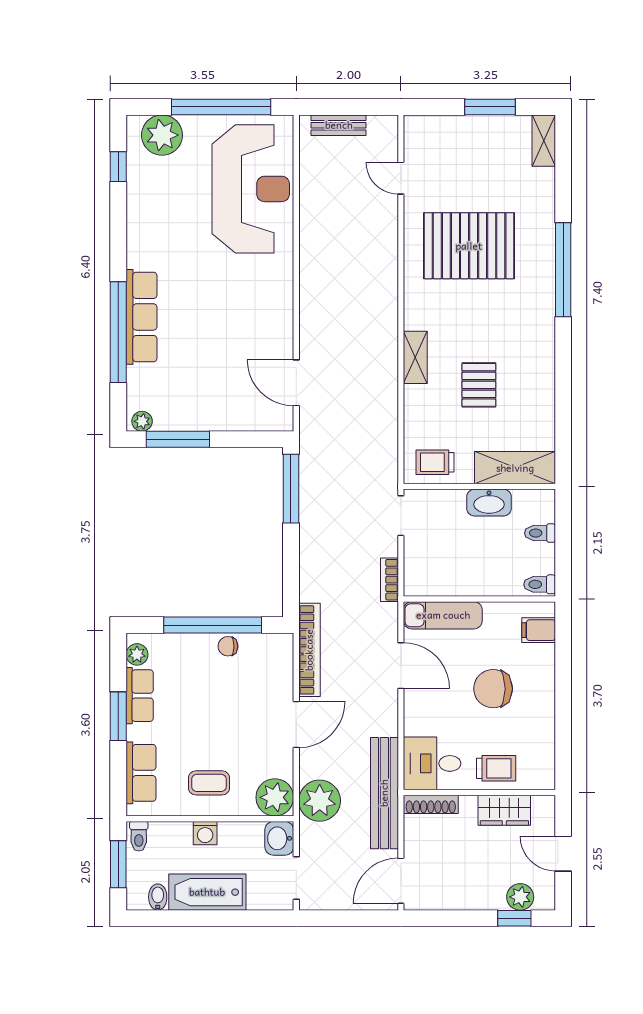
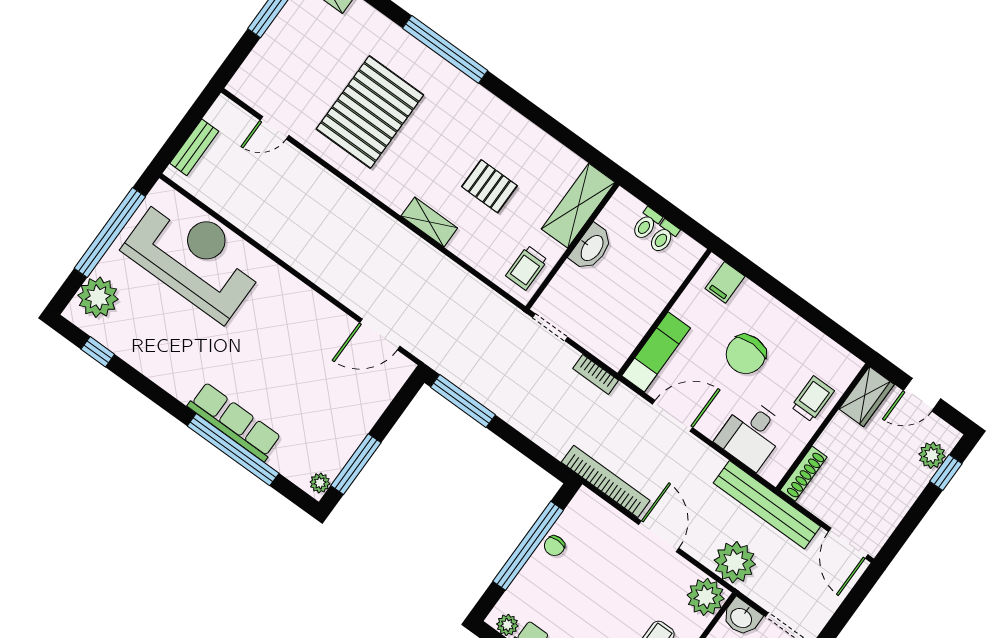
toilet: (540, 584) -> (664, 237), moved
desk: (432, 763) -> (751, 434), moved
wardrobe: (504, 810) -> (867, 397), moved

